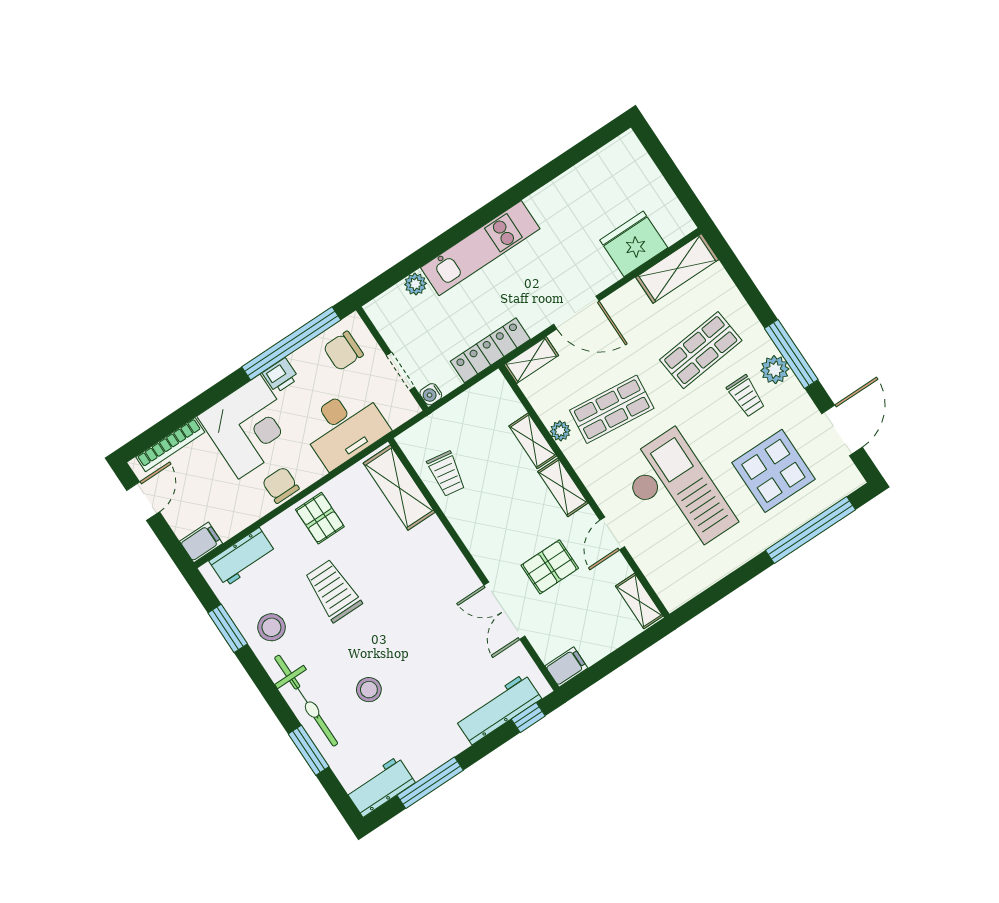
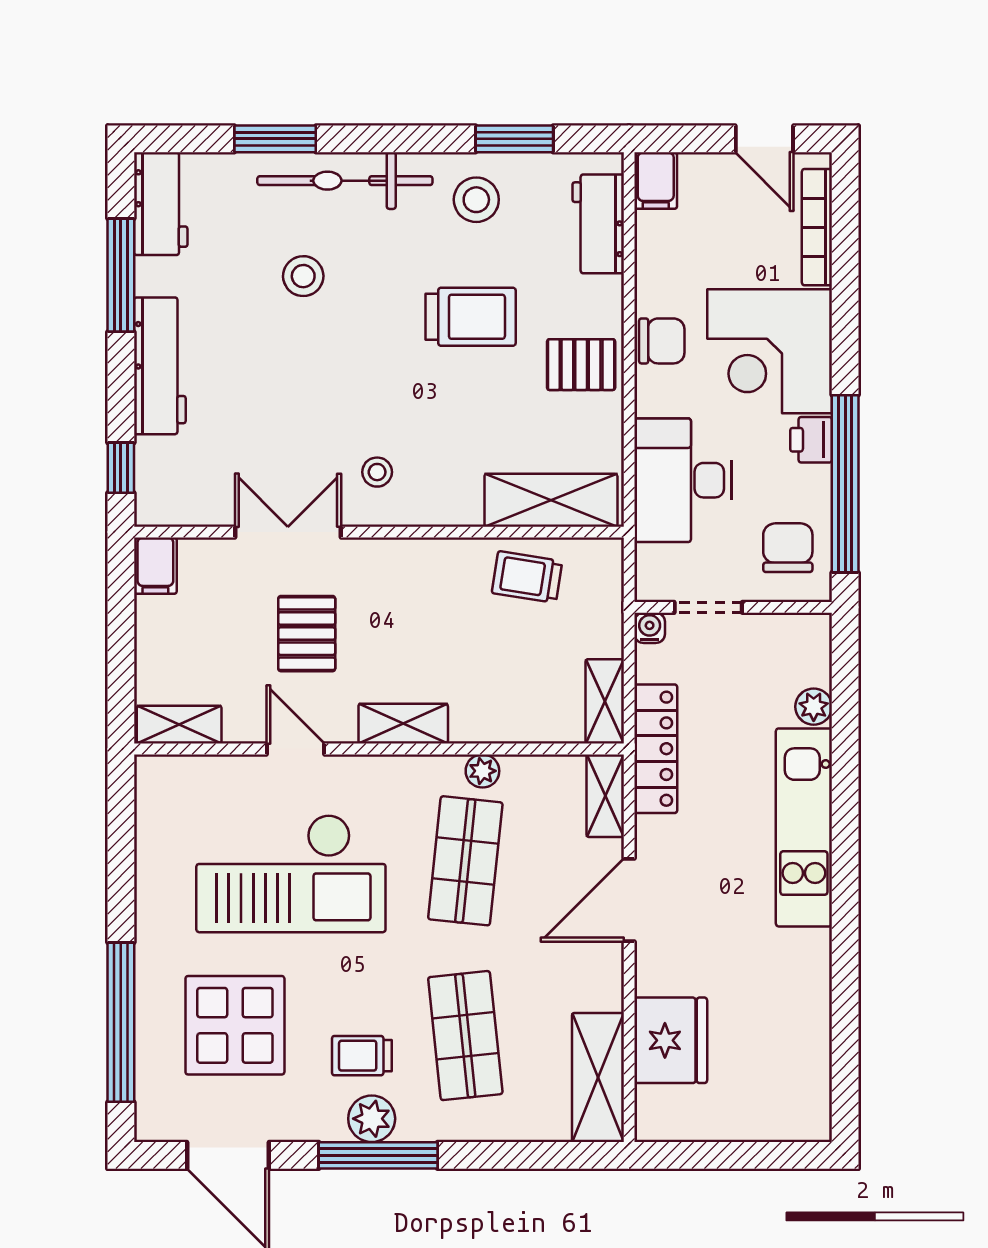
shelving: (533, 441) -> (605, 701), moved, turned 90
stool: (444, 586) -> (377, 472), added
workbench: (498, 709) -> (160, 366), moved

